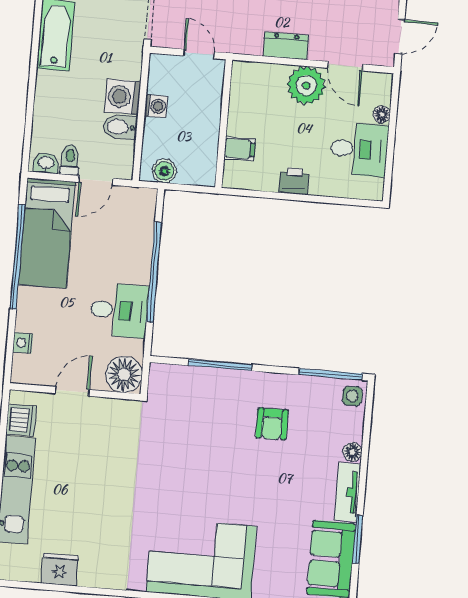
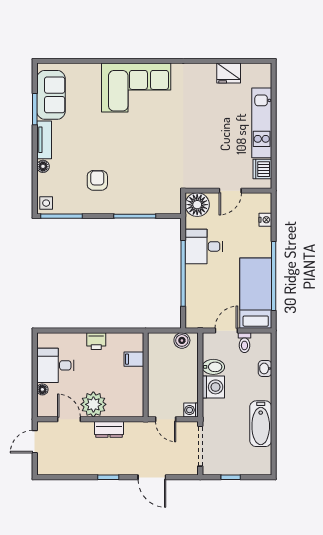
washing machine: (156, 106) -> (191, 410), moved
washbasin: (46, 163) -> (265, 368), moved, turned 90

